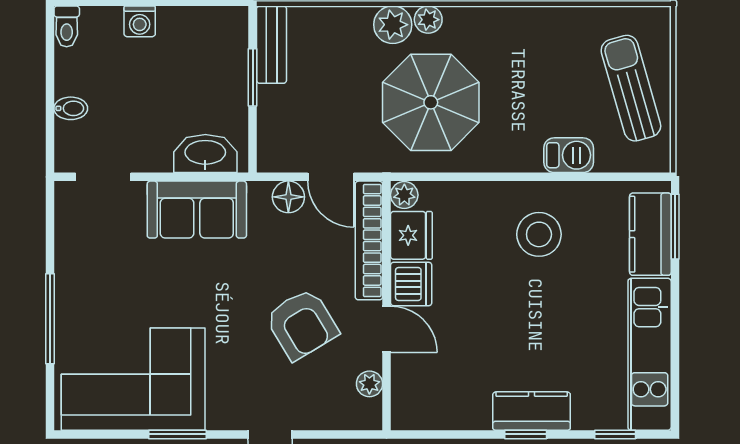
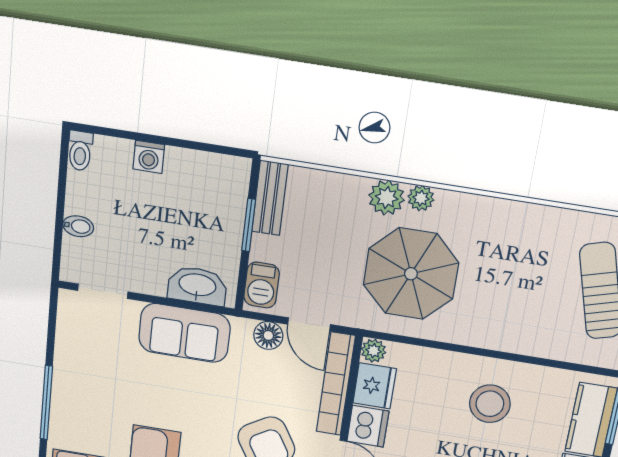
barbecue: (569, 155) -> (262, 285), moved, turned 90

